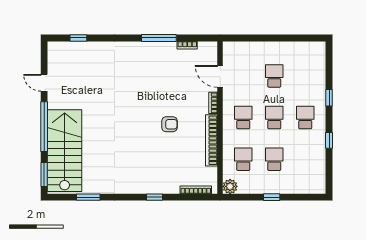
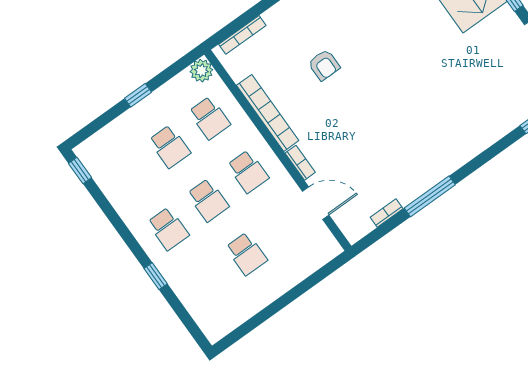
armchair: (169, 124) -> (324, 65), moved, turned -90
window: (329, 140) -> (80, 170), moved

